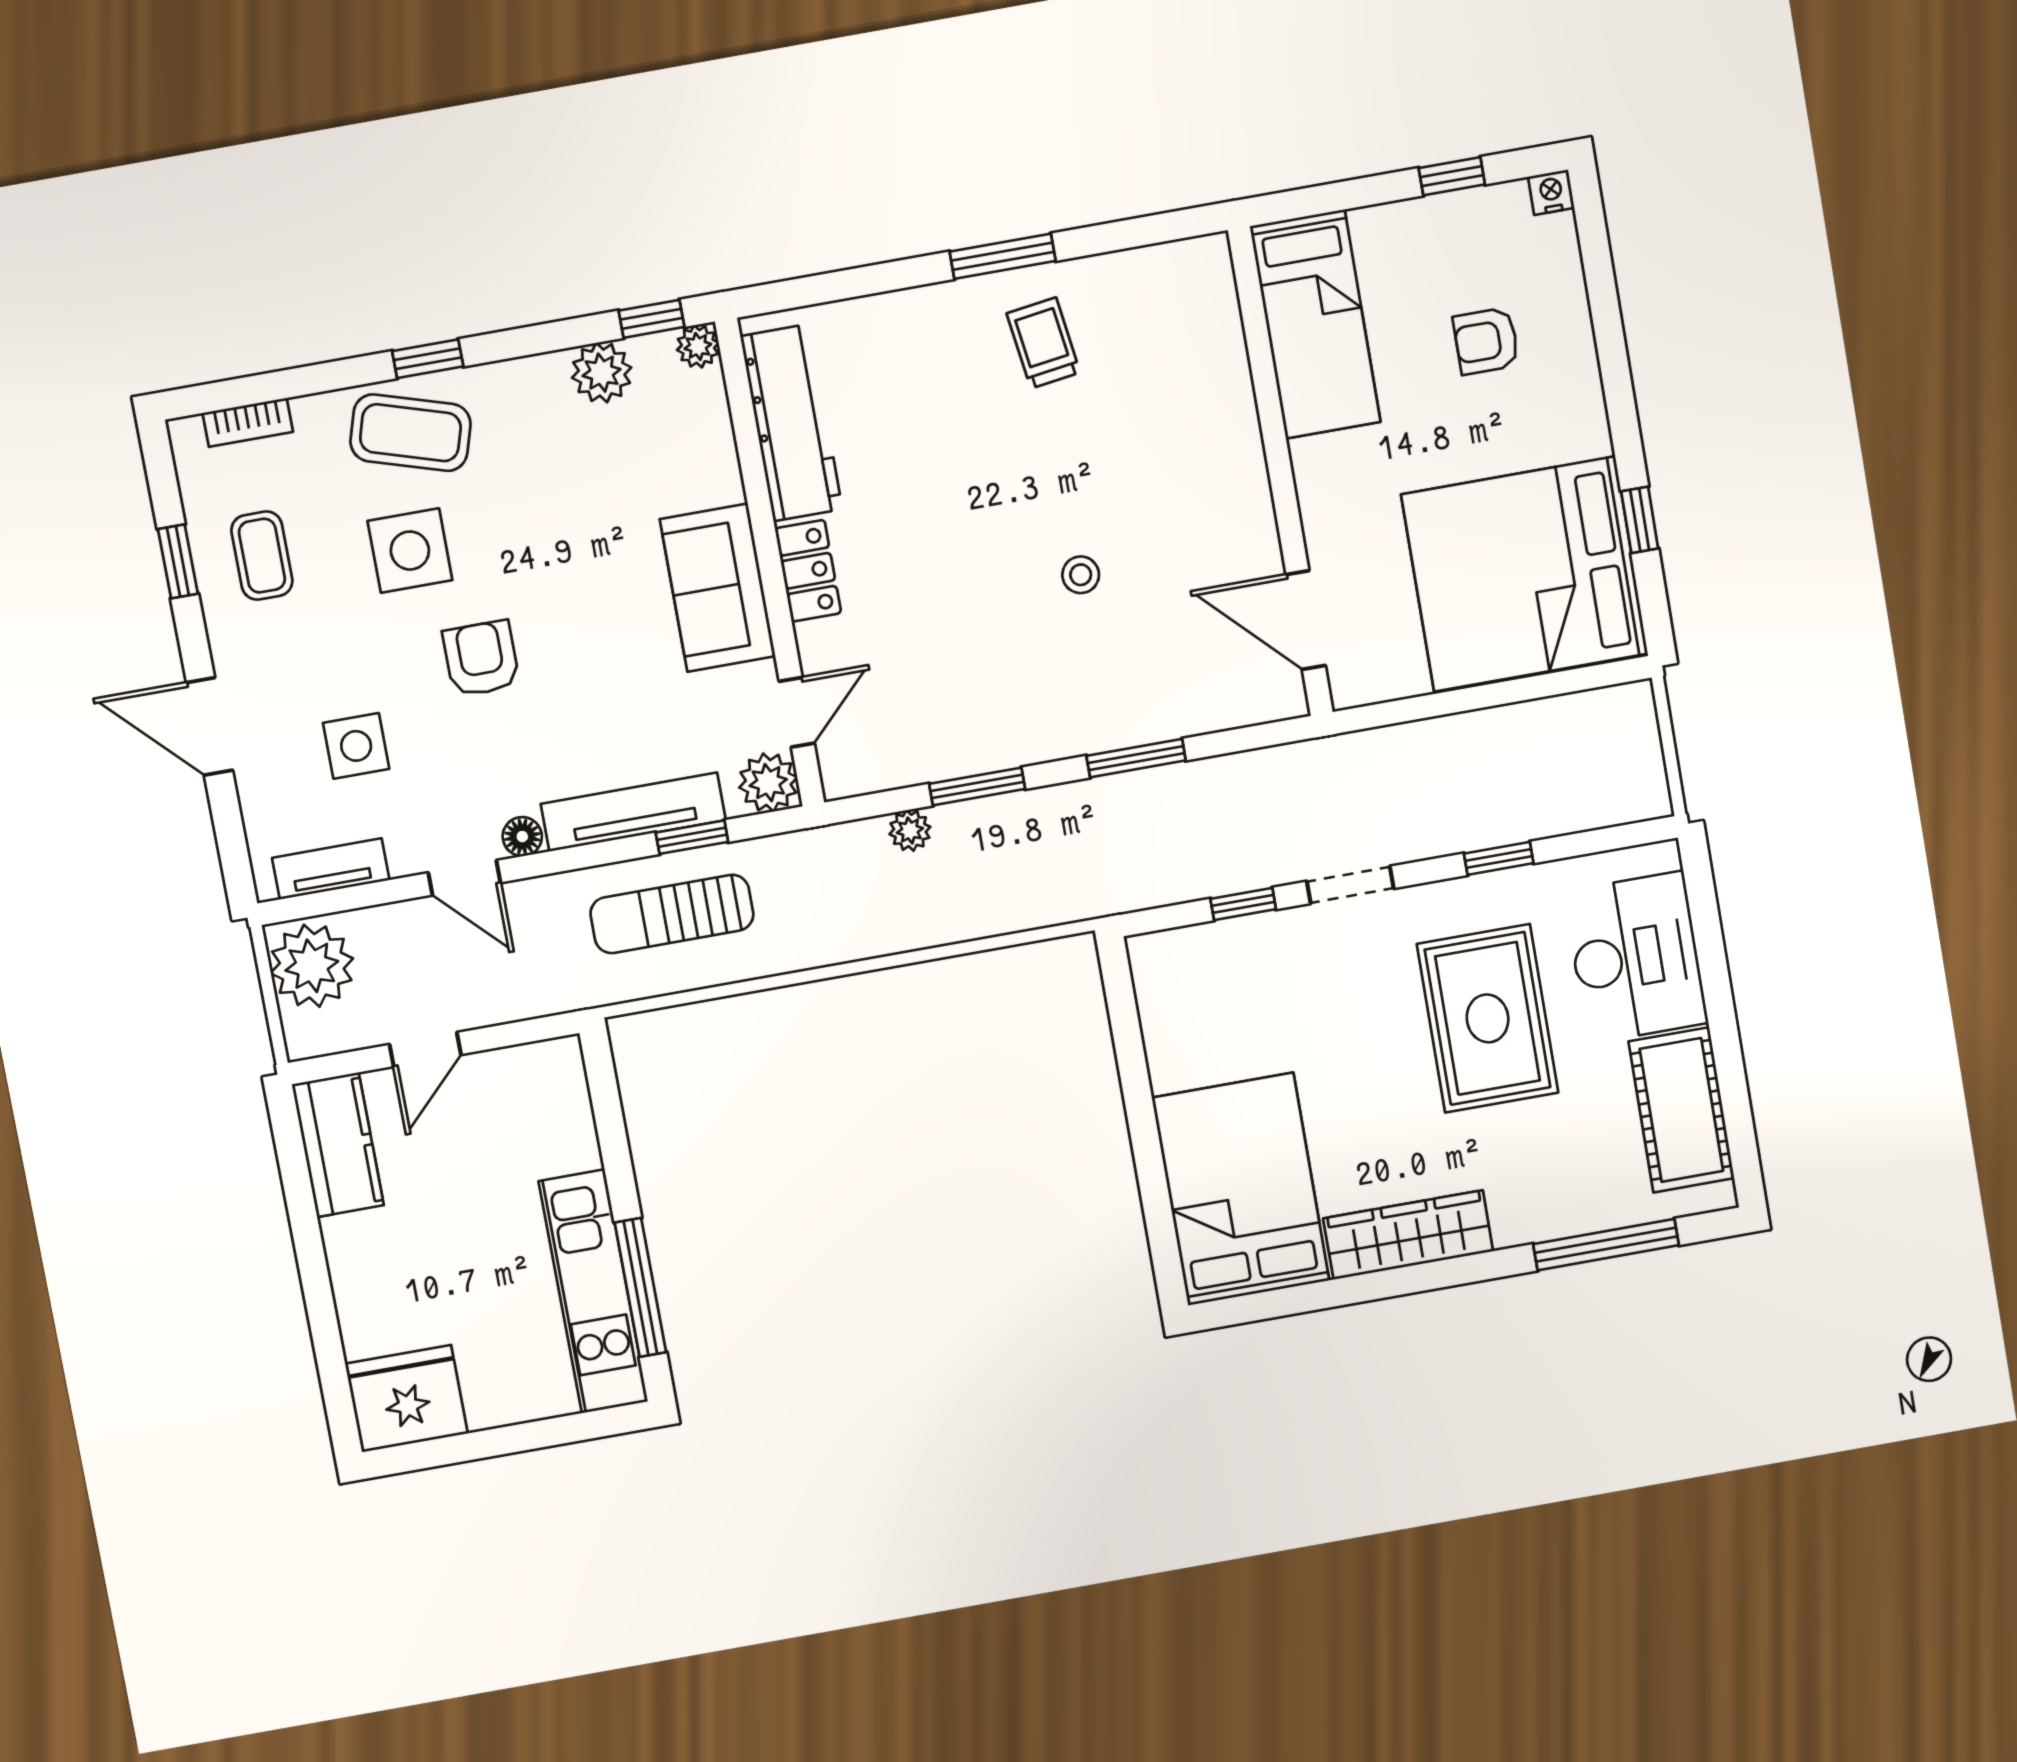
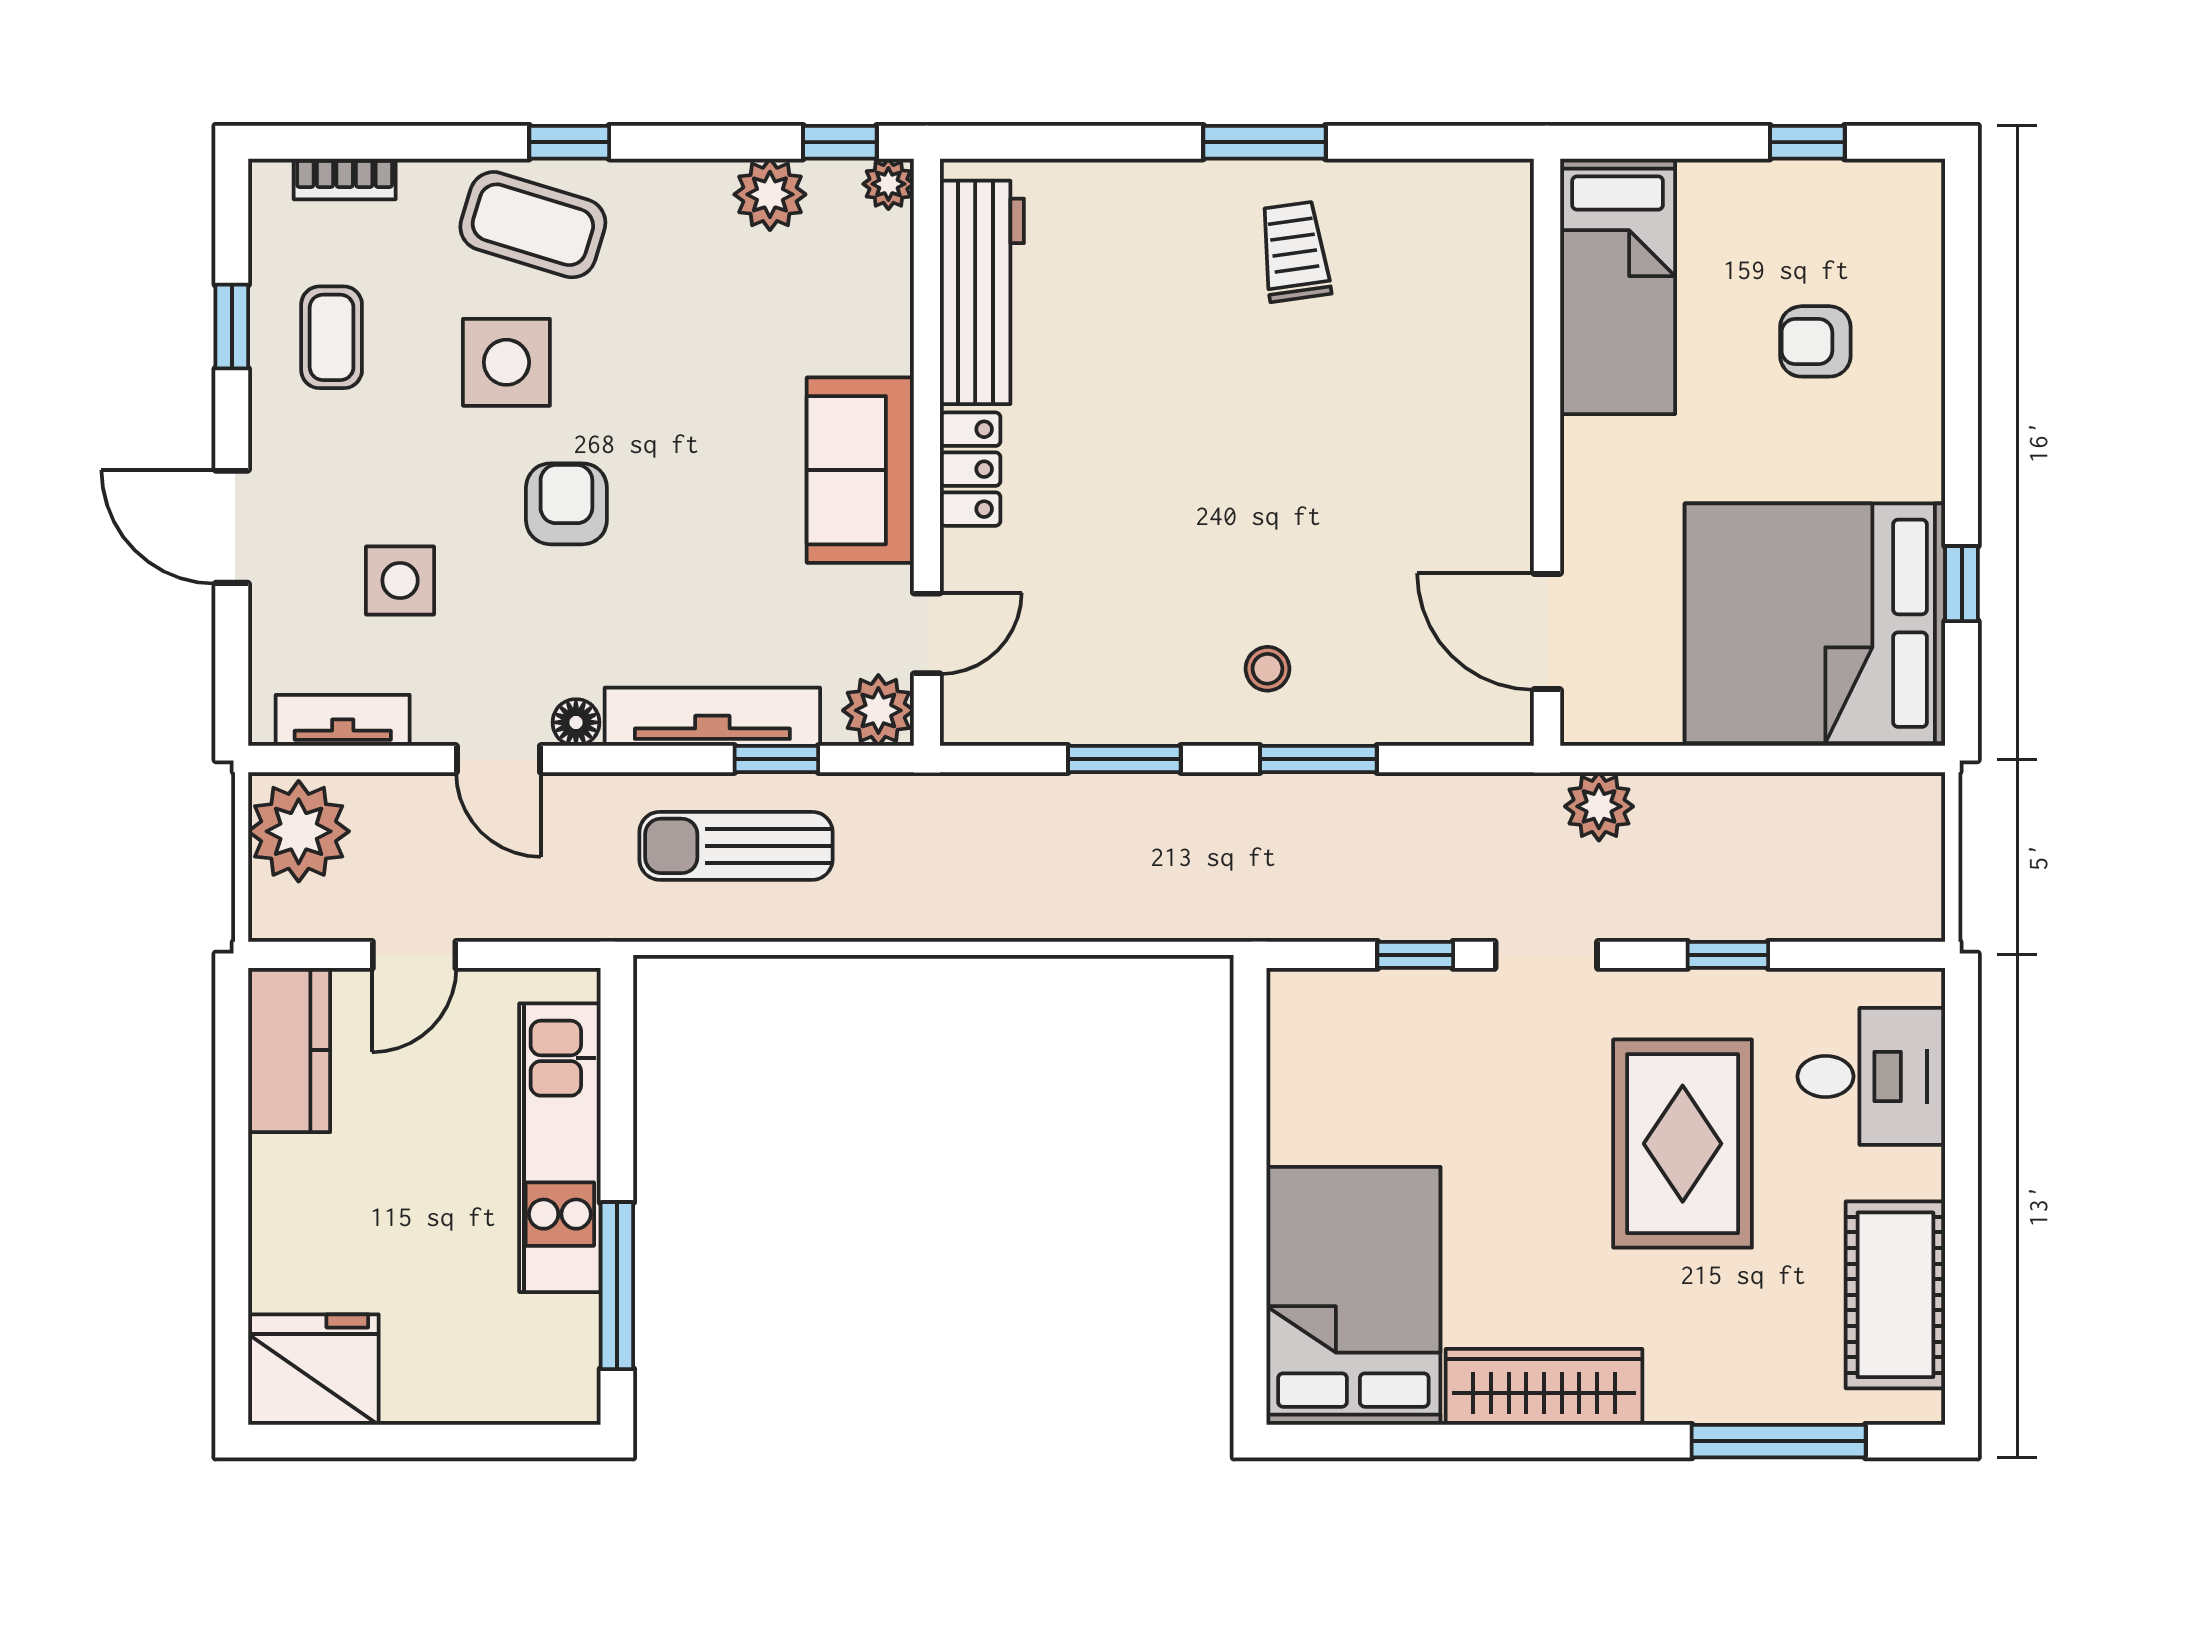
nightstand: (1551, 192) -> (1921, 181), removed
stool: (1081, 575) -> (1267, 669), moved
plant: (910, 830) -> (1599, 806), moved, width x1.38, depth x1.38
desk: (1636, 957) -> (1871, 1076), width x0.73
kitchen unit: (593, 1291) -> (560, 1148), moved

